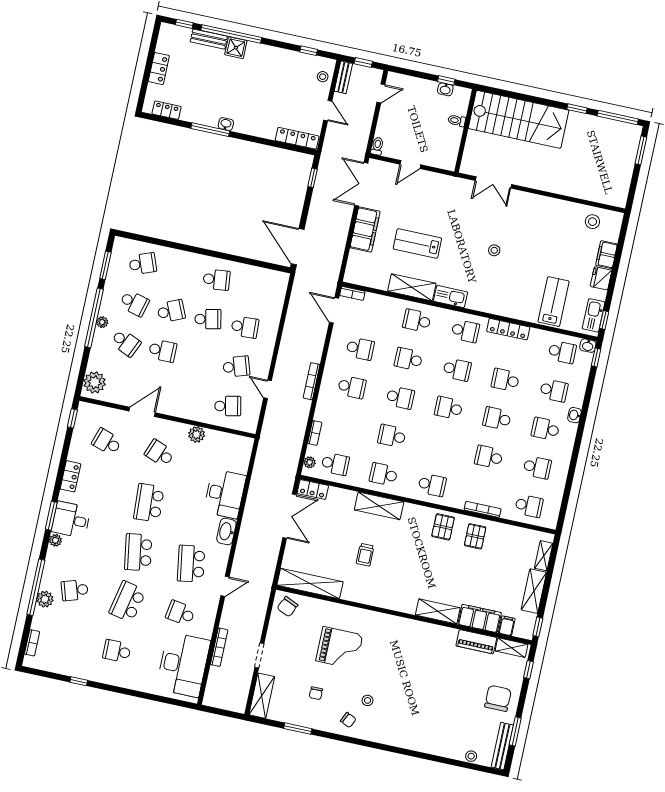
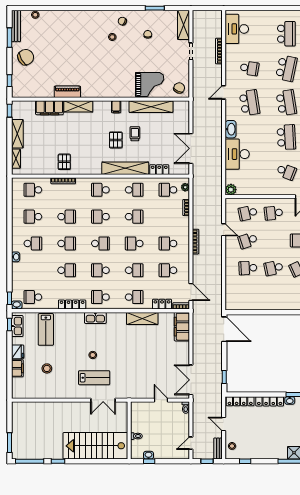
locker: (255, 129) -> (270, 401), added
door: (410, 164) -> (161, 400), hinge flipped
double door: (493, 182) -> (103, 400), swing flipped
double door: (361, 184) -> (191, 380), swing flipped
stool: (592, 222) -> (47, 368), moved
filing cabinet: (365, 229) -> (182, 327), moved
lab bench: (417, 244) -> (94, 378), moved
school desk: (216, 280) -> (274, 213), moved
kitchen sink: (450, 297) -> (95, 318), moved
locker: (379, 302) -> (162, 304), added
school desk: (554, 390) -> (100, 217), moved
plant: (197, 434) -> (231, 190), moved
locker: (313, 489) -> (159, 170), moved
shelving: (379, 506) -> (125, 168), width x1.47
pallet: (443, 527) -> (116, 140), moved
shelving: (310, 583) -> (151, 107), moved
filing cabinet: (507, 626) -> (116, 107), moved
piano: (476, 642) -> (67, 92), moved
grand piano: (339, 648) -> (150, 84), moved, turned 180
shelving: (511, 648) -> (24, 93), removed
school desk: (117, 651) -> (286, 34), width x1.85
desk: (183, 665) -> (237, 29), width x0.73, depth x0.77
chair: (498, 698) -> (26, 57), turned -120

